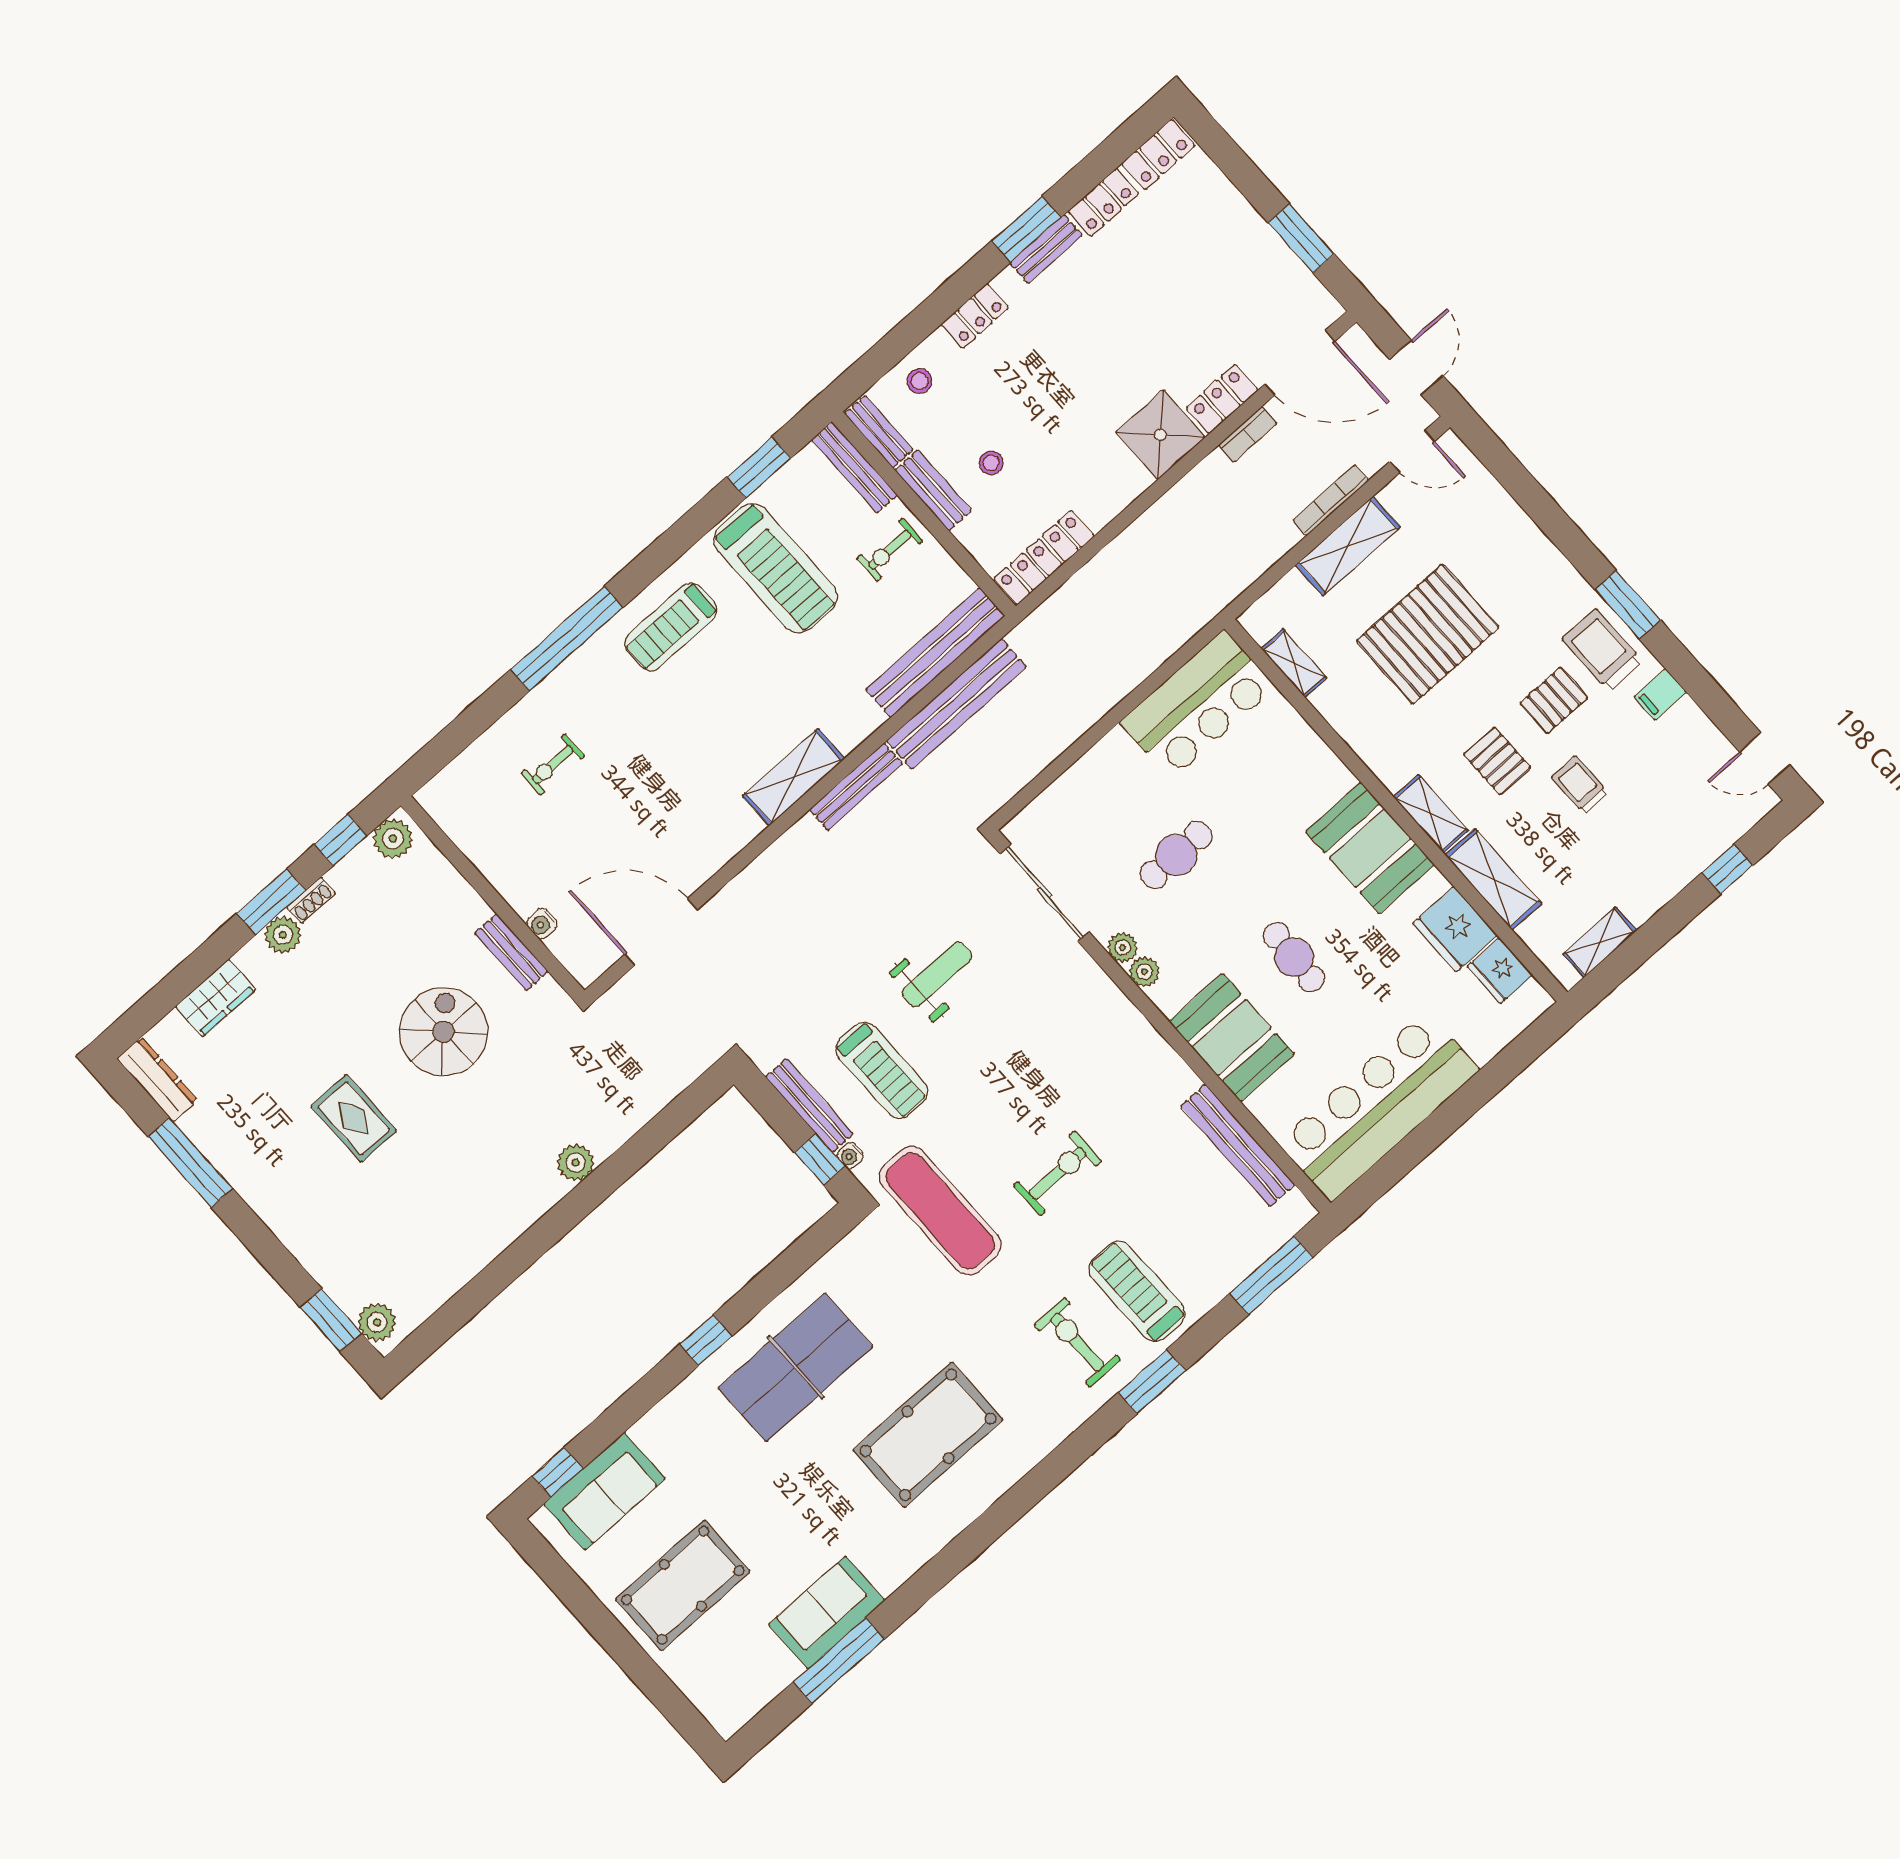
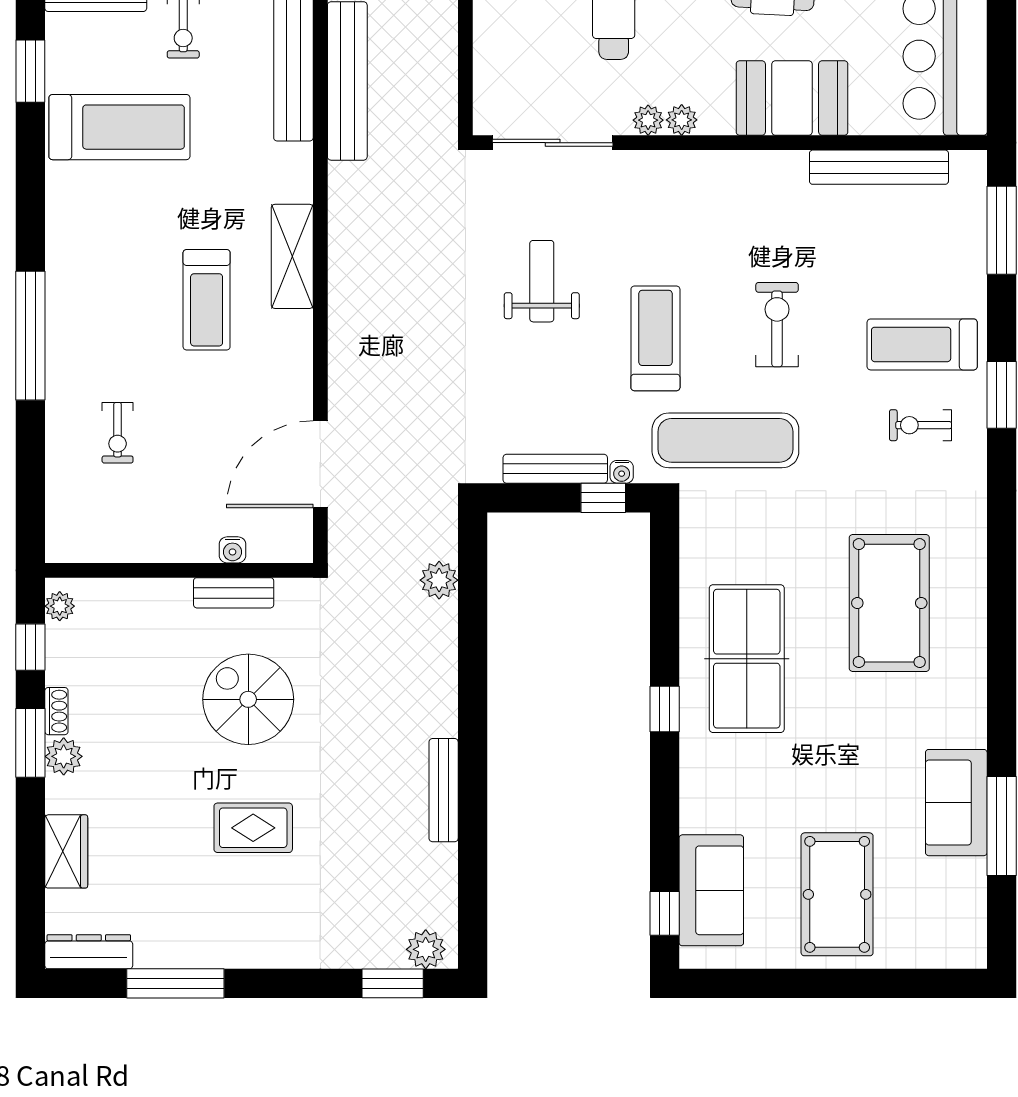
treadmill: (671, 627) -> (207, 300), moved
bench: (856, 787) -> (444, 790), moved
plant: (393, 839) -> (60, 606), width x0.73, depth x0.73
treadmill: (882, 1070) -> (655, 338), moved, turned -90
plant: (576, 1163) -> (439, 580), moved
exercise bike: (1077, 1342) -> (921, 425), width x0.73, depth x0.72

